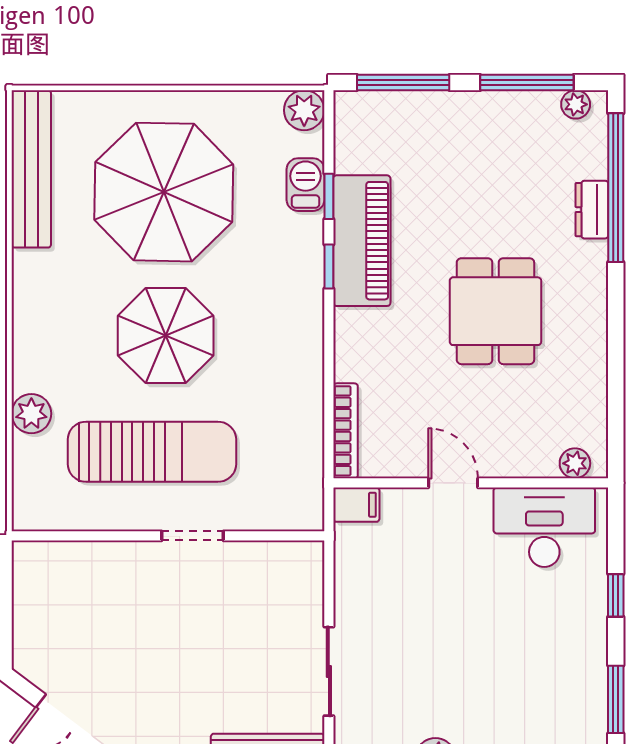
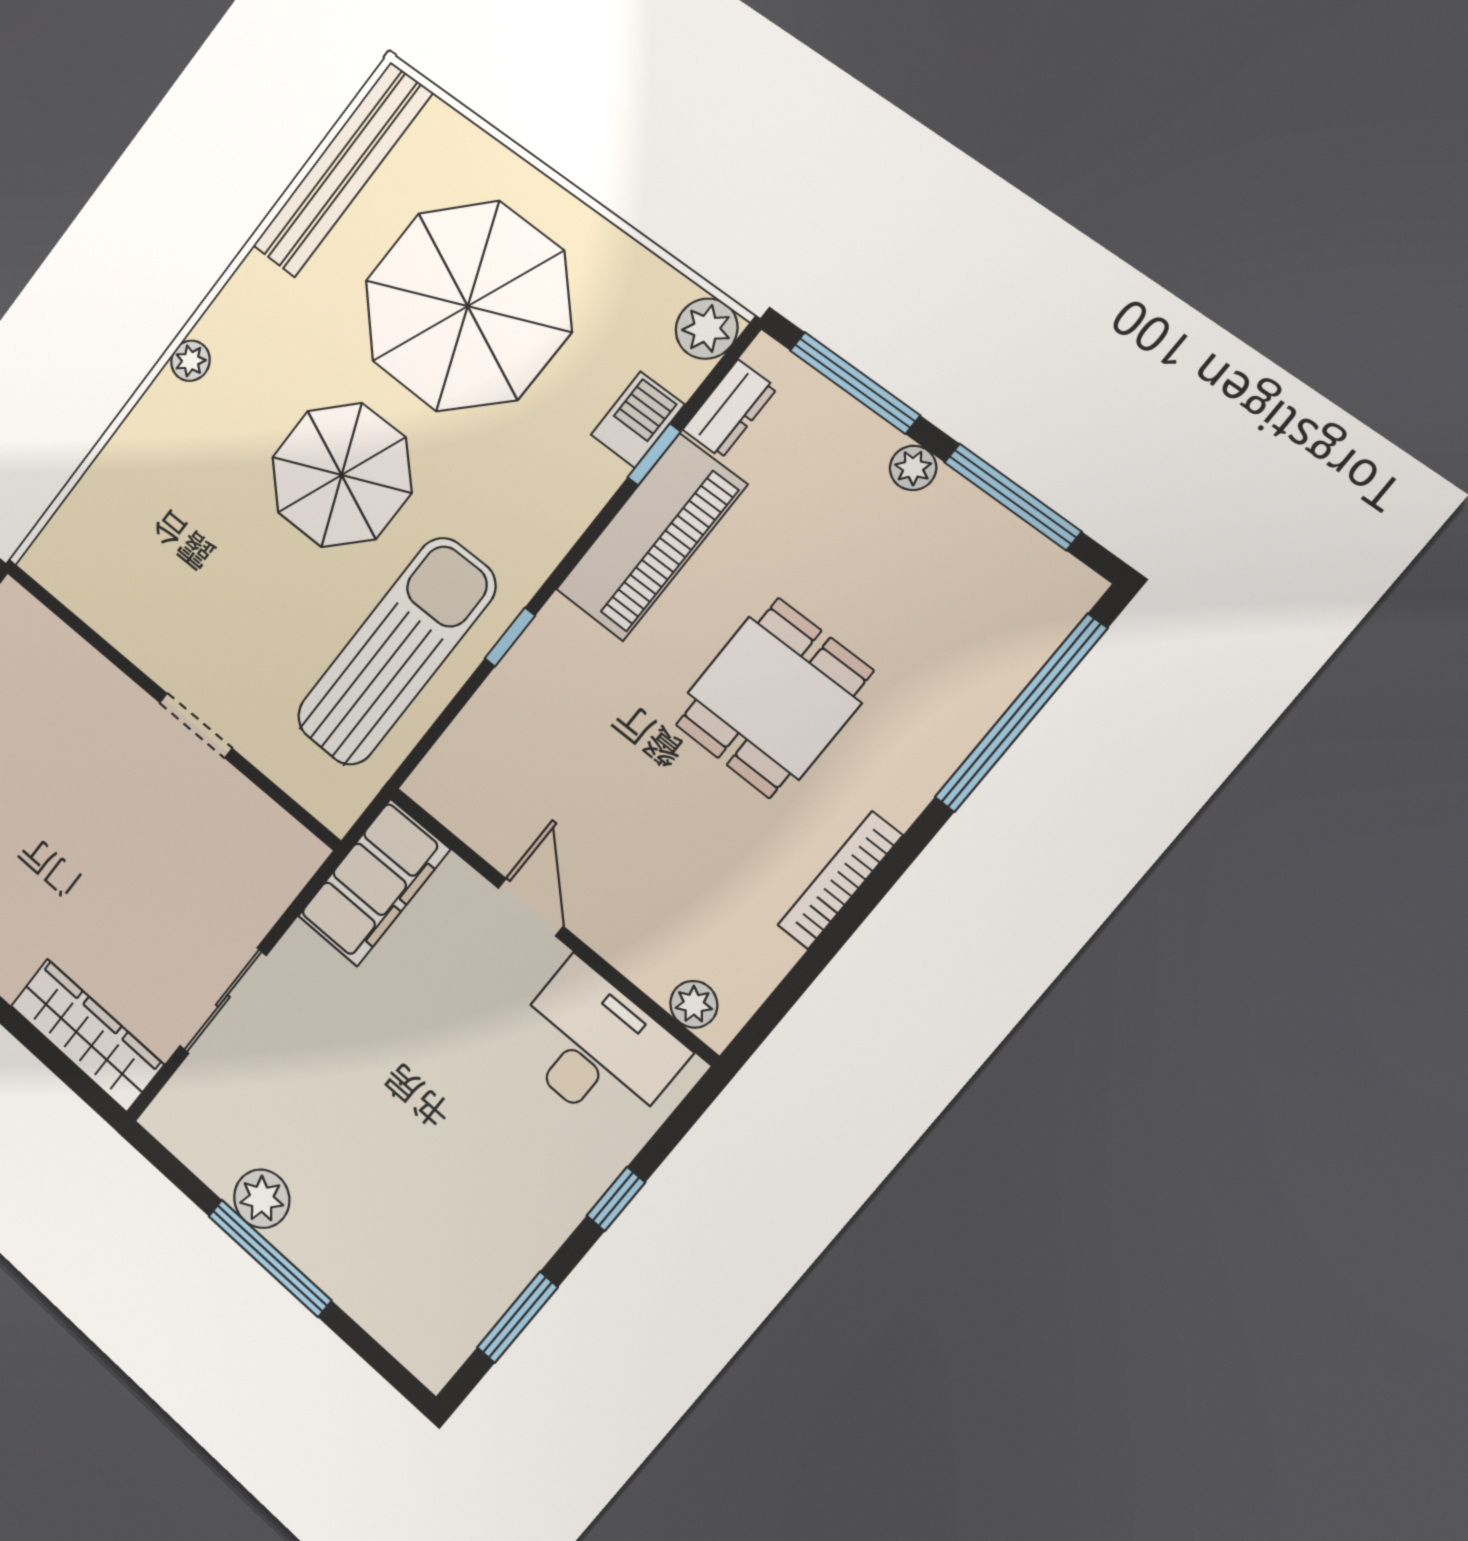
plant: (576, 104) -> (913, 468), moved
dresser: (592, 210) -> (730, 409), moved, turned 180
window: (329, 266) -> (510, 637), moved
dining table: (495, 311) -> (774, 698), moved
plant: (31, 414) -> (190, 361), moved, width x0.73, depth x0.73
bookcase: (346, 431) -> (840, 880), moved, turned 180
sun lounger: (152, 452) -> (396, 652), moved, turned -90
filing cabinet: (356, 505) -> (374, 883), width x3.00, depth x1.17

